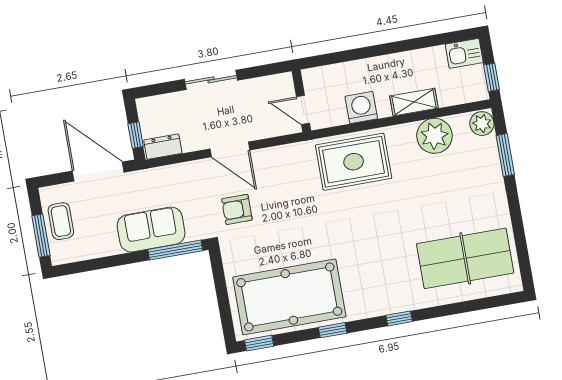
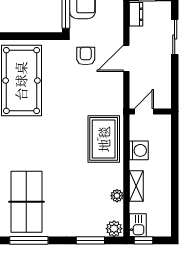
kitchen sink: (464, 53) -> (138, 225), moved, turned 180
sliding door: (211, 80) -> (175, 37), moved
plant: (434, 136) -> (117, 196), width x0.53, depth x0.53
window: (521, 245) -> (29, 240), added

